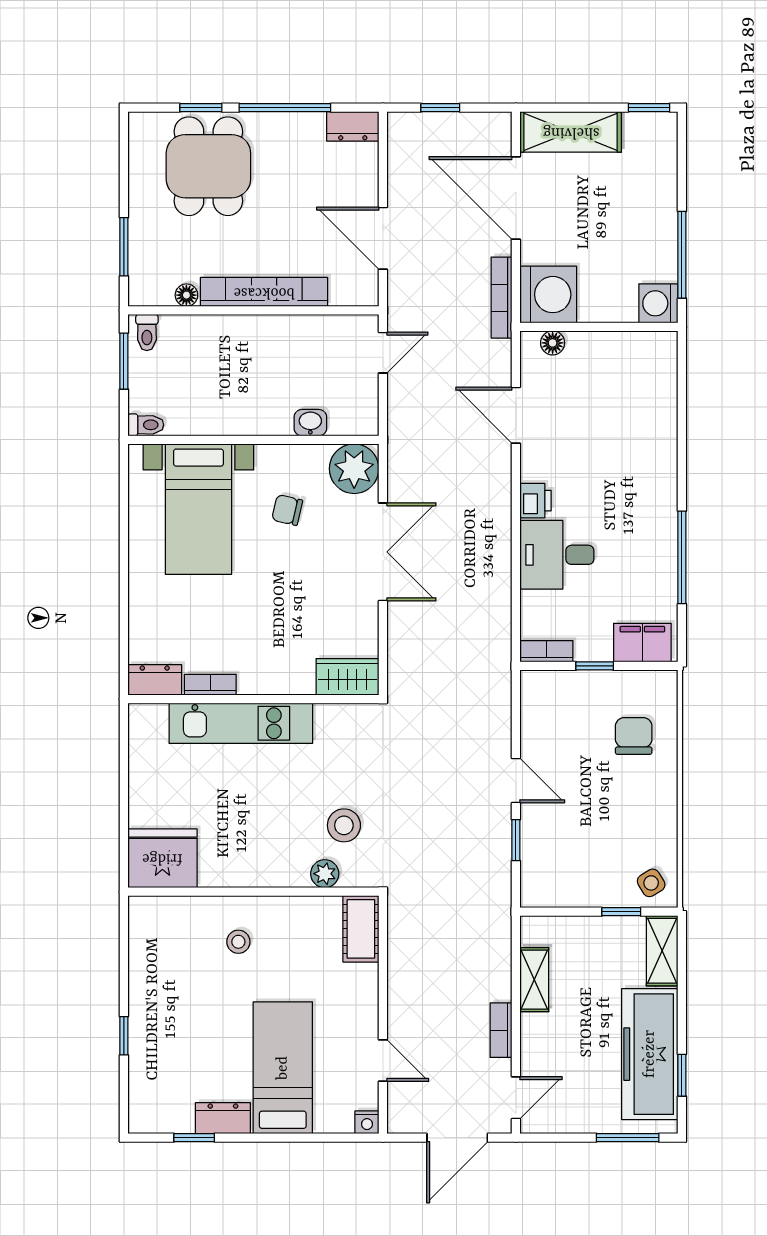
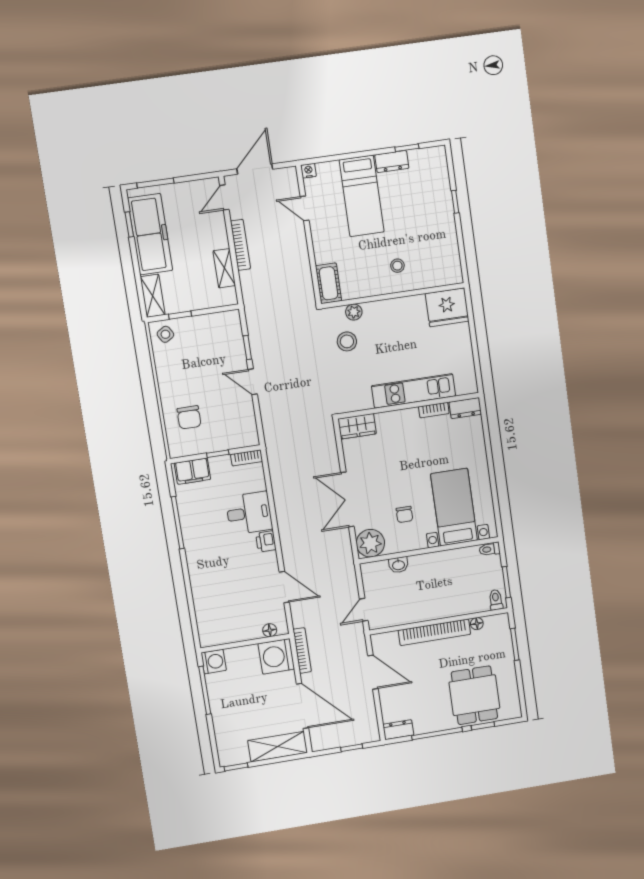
chair: (287, 510) -> (404, 514), turned 77
bookcase: (501, 1030) -> (240, 245), width x1.56

